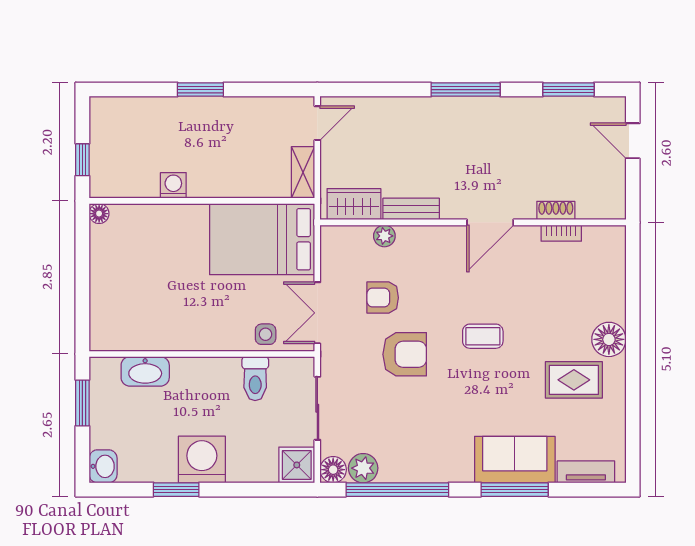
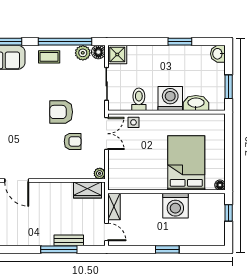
window: (466, 90) -> (59, 249), moved
door: (317, 123) -> (107, 232), swing flipped
washing machine: (173, 185) -> (175, 206), width x1.89, depth x1.89
bench: (411, 209) -> (69, 240), moved
door: (490, 222) -> (17, 180), swing flipped
plant: (384, 236) -> (100, 173), moved
bed: (262, 239) -> (186, 163), moved, turned -90
coffee table: (483, 336) -> (49, 57), moved
washing machine: (202, 459) -> (170, 99), moved, turned 180

